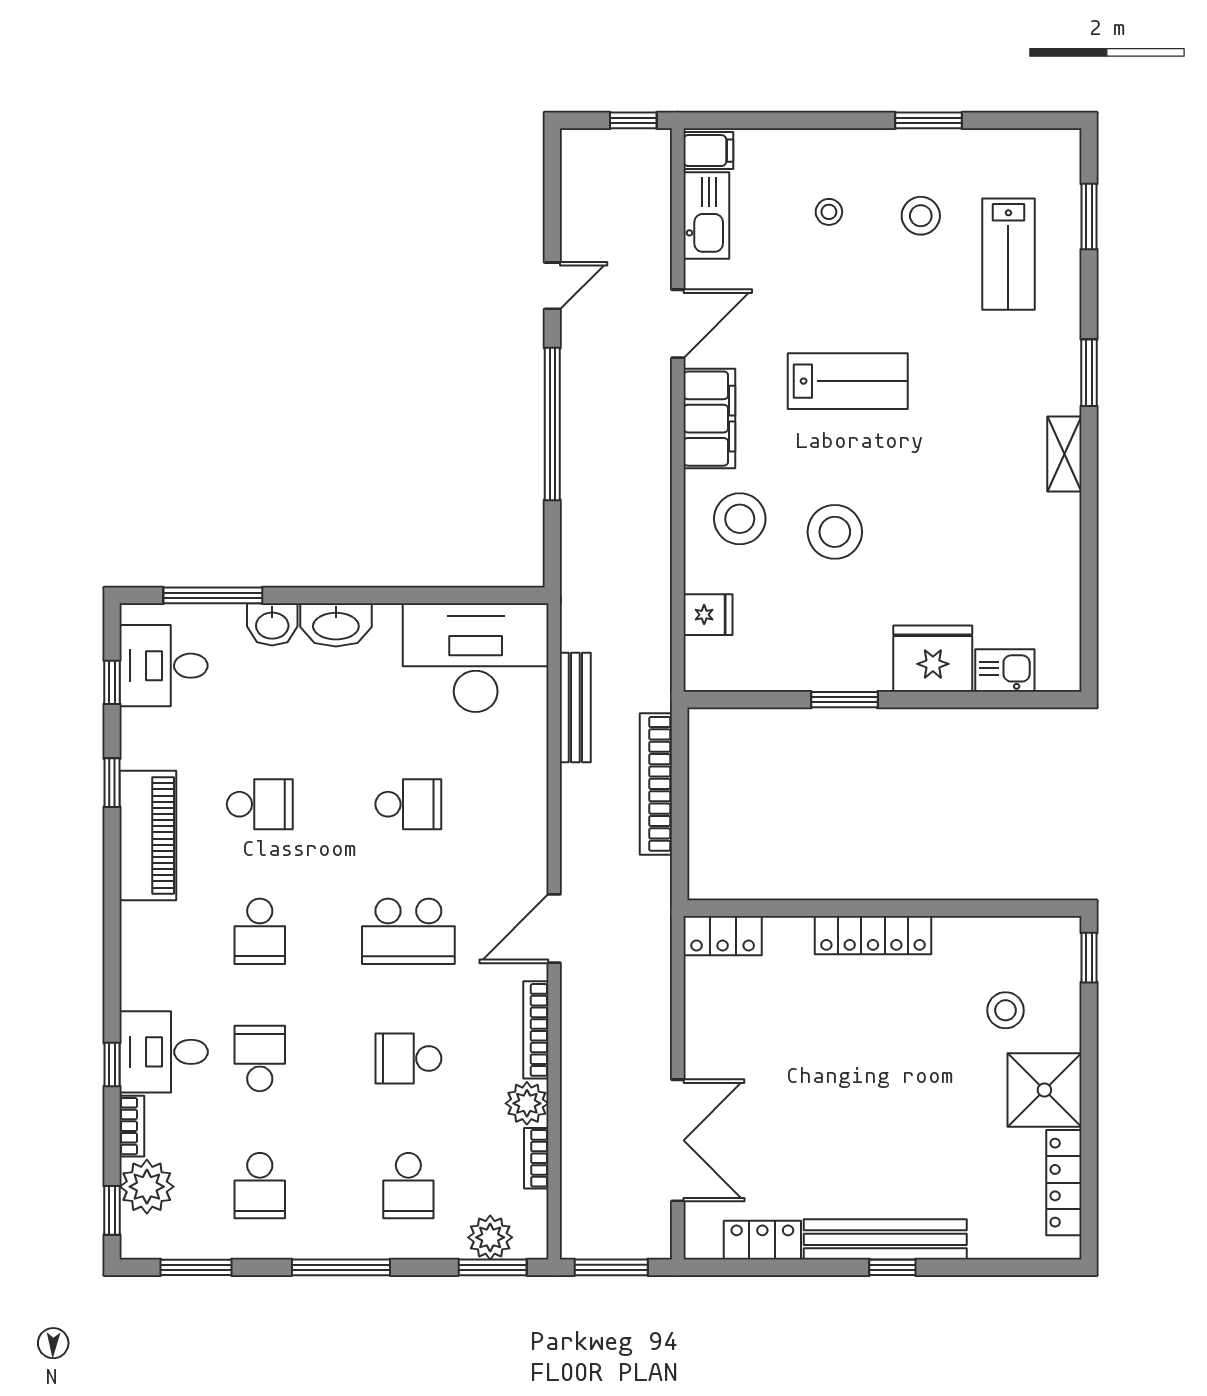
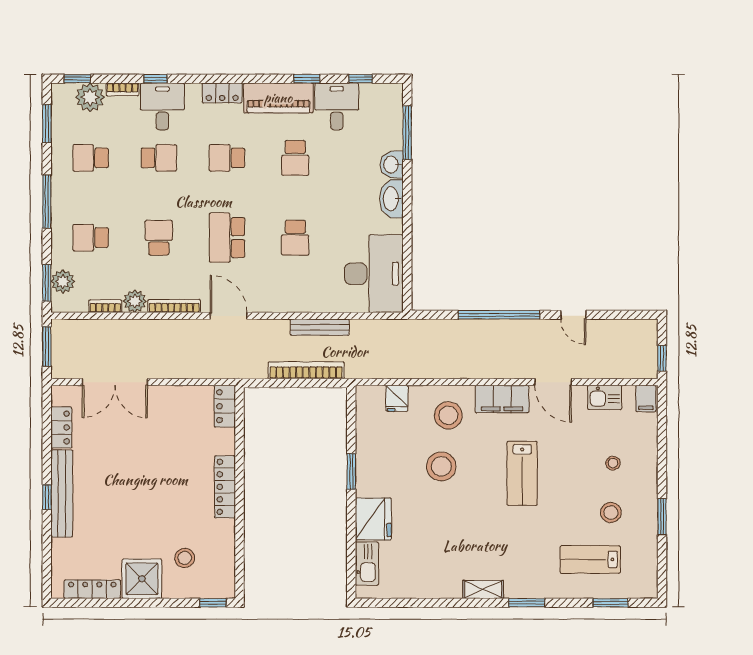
kitchen sink: (706, 216) -> (605, 397), width x0.73
desk: (164, 666) -> (337, 106), moved
kitchen sink: (1005, 671) -> (367, 563), width x1.38
bench: (575, 707) -> (320, 327), moved
locker: (139, 940) -> (222, 93), added

